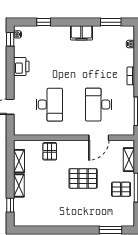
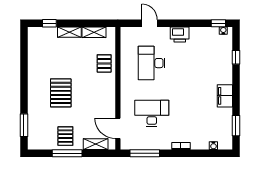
printer: (21, 66) -> (180, 35), moved
desk: (49, 105) -> (152, 63), turned 90
door: (99, 138) -> (118, 128), moved
pallet: (50, 151) -> (104, 63), turned 90
pallet: (83, 178) -> (61, 93), moved

